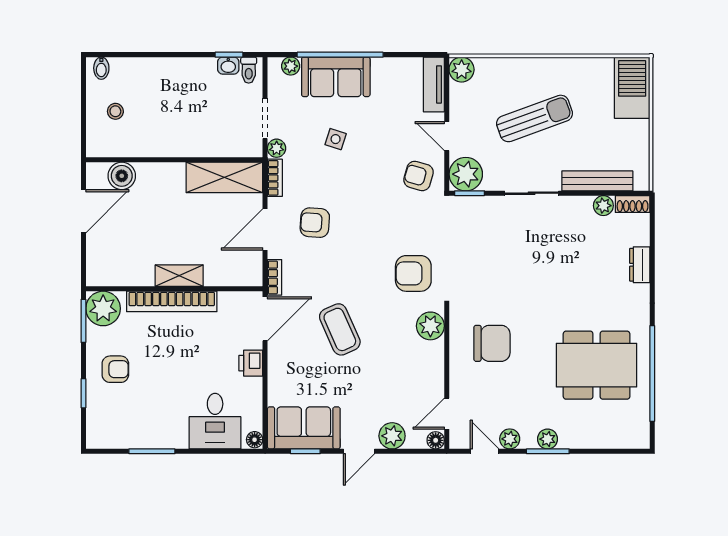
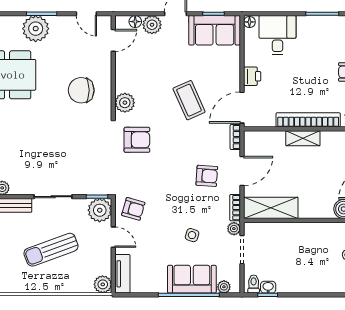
plant: (510, 439) -> (69, 23), removed
plant: (548, 439) -> (36, 29), width x1.88, depth x1.88
floor lamp: (436, 440) -> (135, 22), moved

